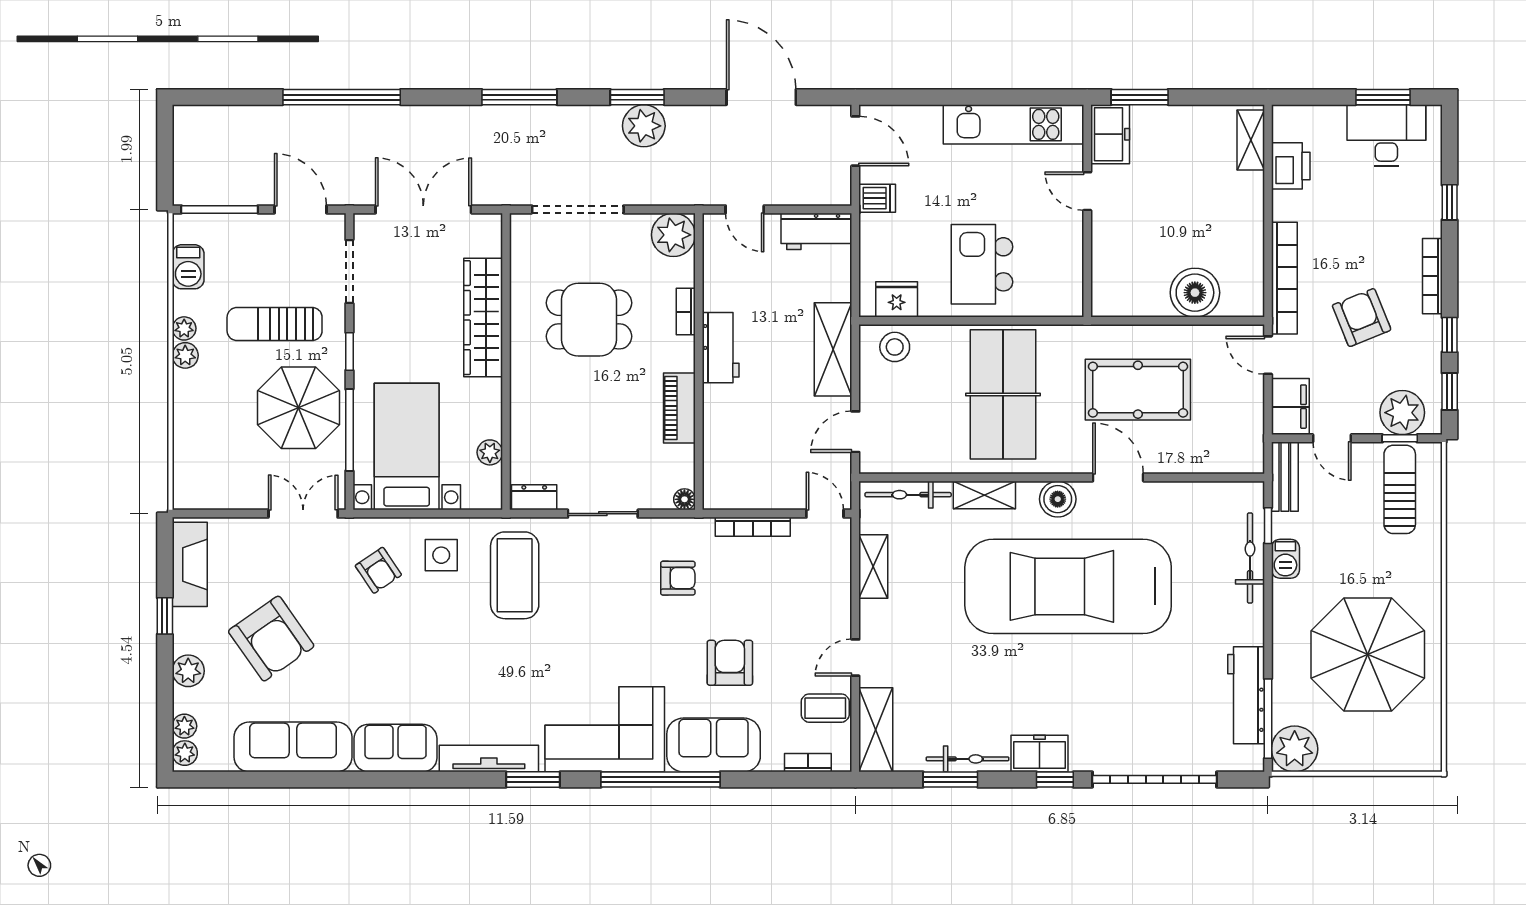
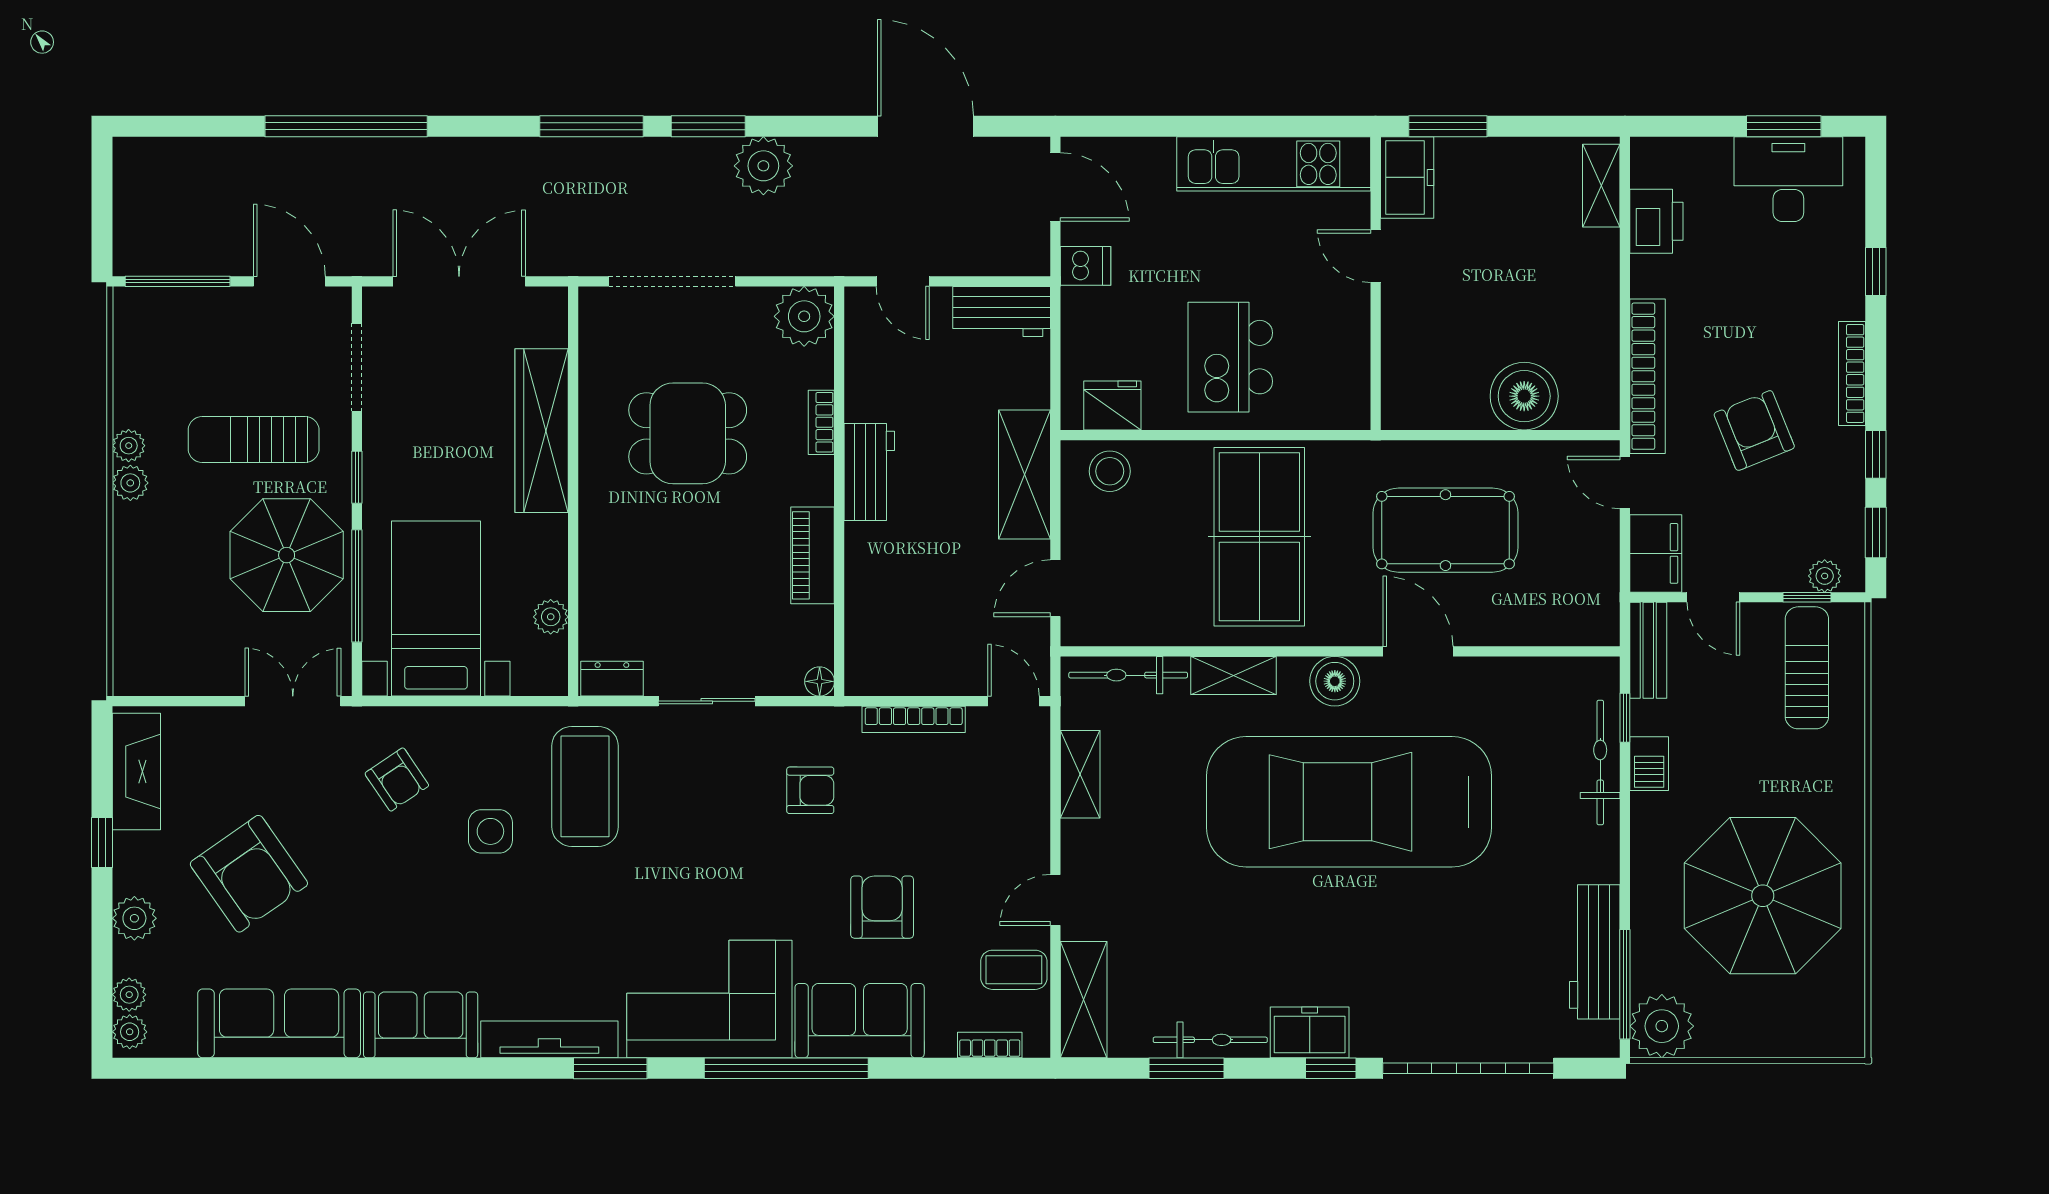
window: (637, 97) -> (708, 126), moved
barbecue: (188, 267) -> (134, 360), removed
plant: (1402, 413) -> (1825, 576), width x0.53, depth x0.53
side table: (441, 555) -> (490, 831), moved

